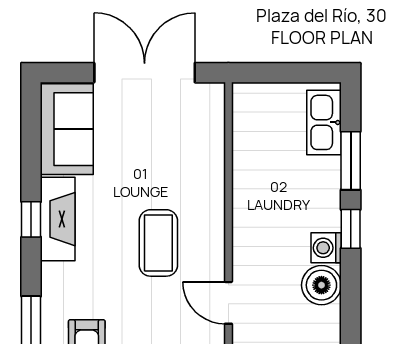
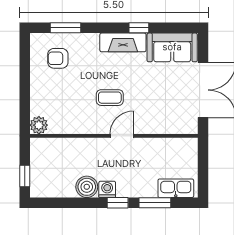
window: (31, 219) -> (139, 28), moved
coffee table: (158, 243) -> (110, 98), width x0.73, depth x0.77
door: (228, 303) -> (122, 136), moved

